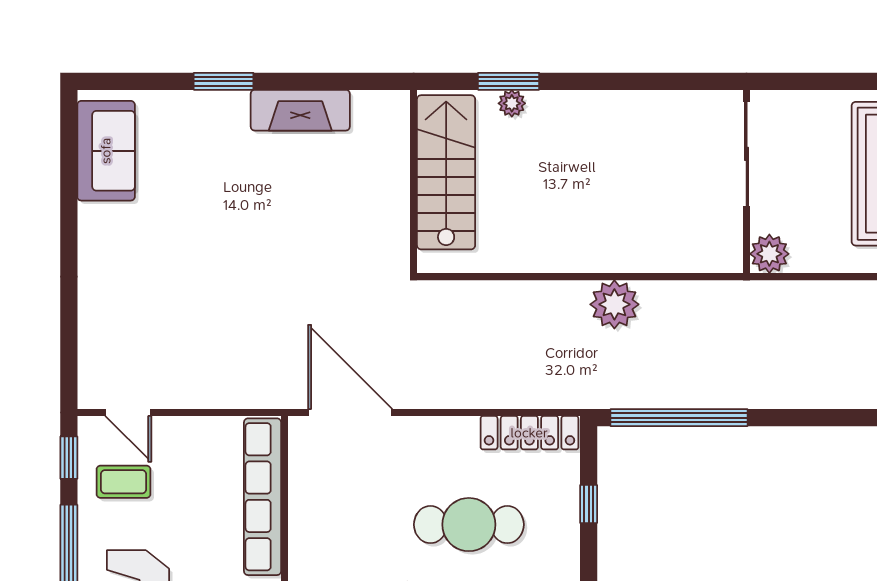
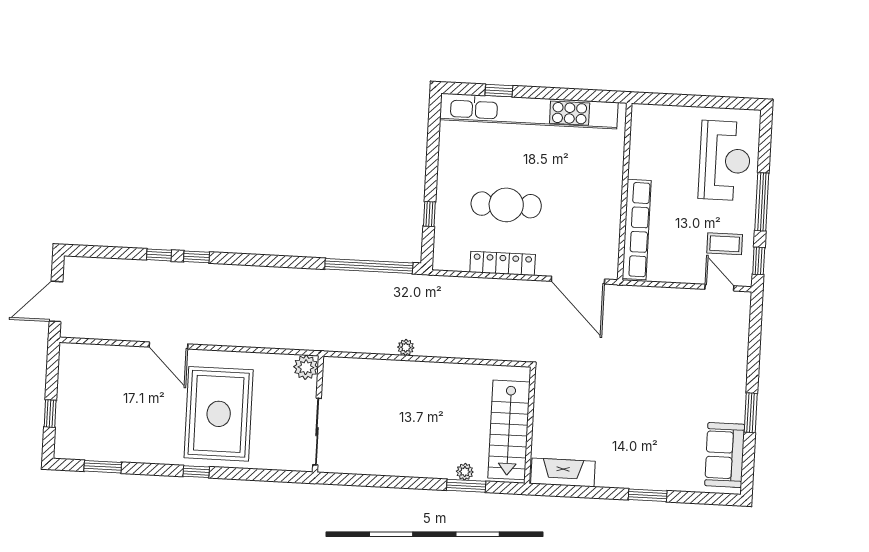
fireplace: (300, 110) -> (563, 472), moved
window: (69, 219) -> (751, 413), added
plant: (614, 304) -> (406, 347), width x0.53, depth x0.53
locker: (529, 433) -> (503, 263), moved

